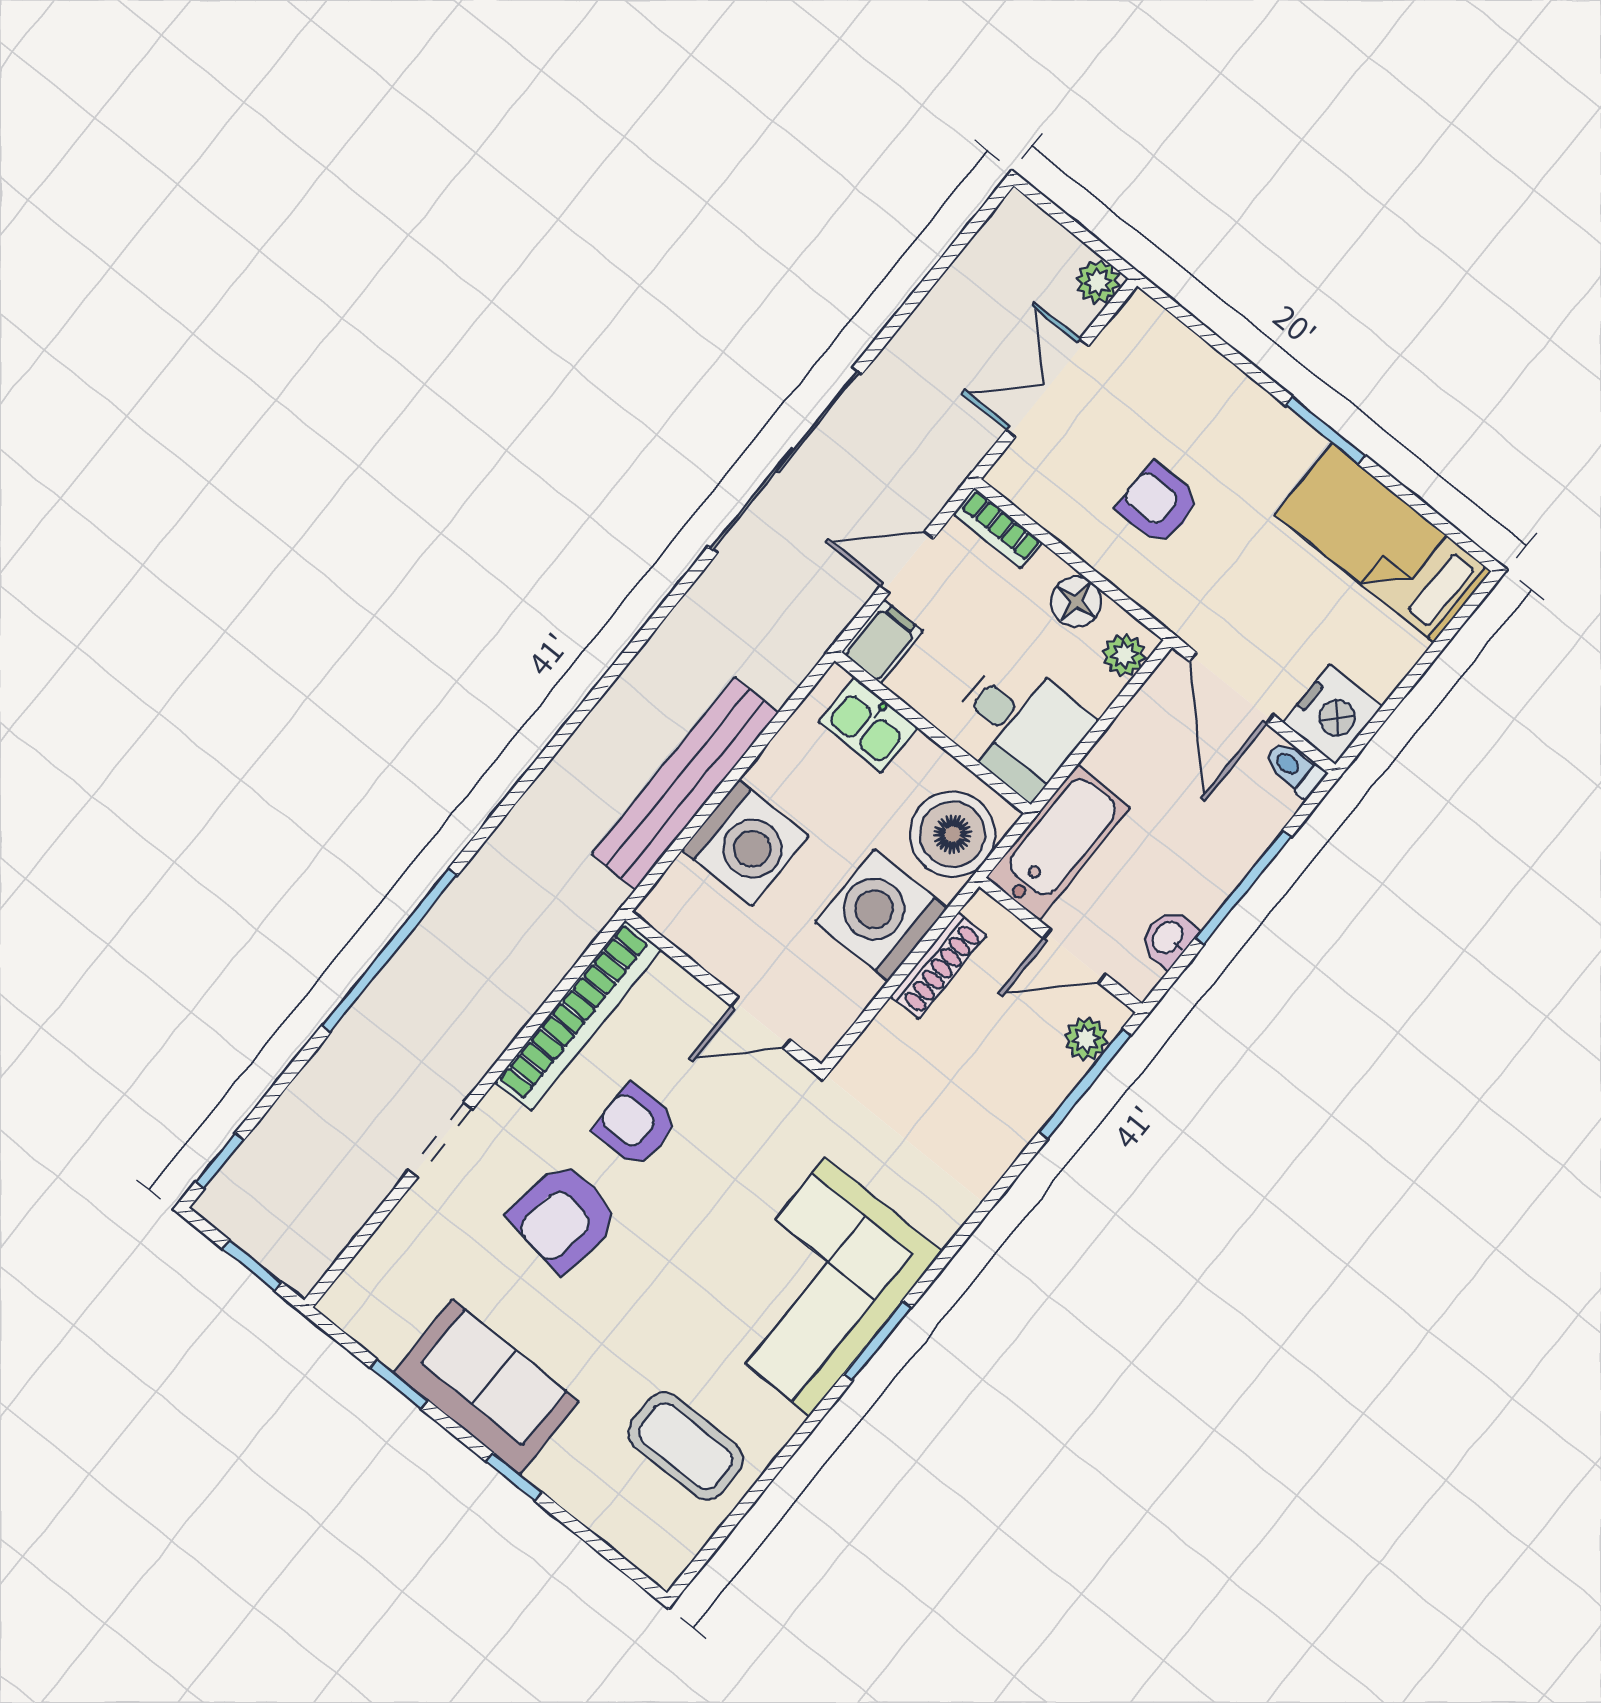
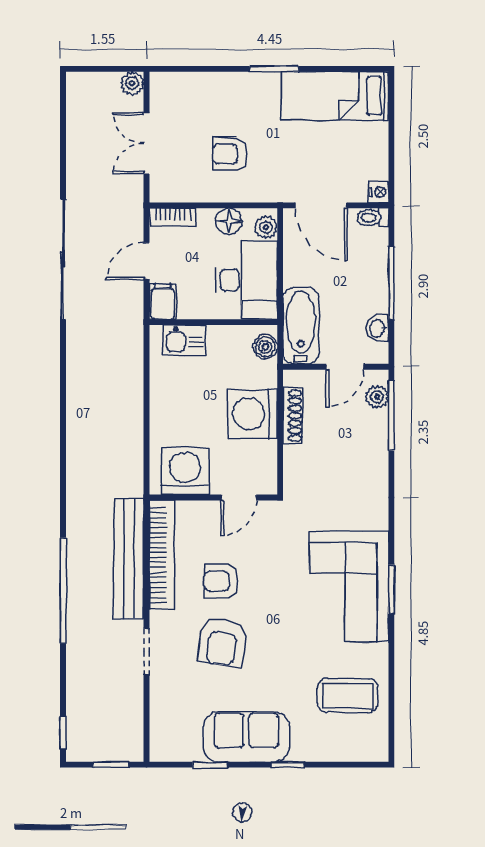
nightstand: (1333, 714) -> (379, 192), width x0.53, depth x0.56
desk: (1019, 726) -> (246, 280), width x1.37
bench: (685, 783) -> (129, 559), moved
boiler: (952, 834) -> (265, 347), width x0.54, depth x0.54
washing machine: (745, 843) -> (185, 471), moved, turned -90

